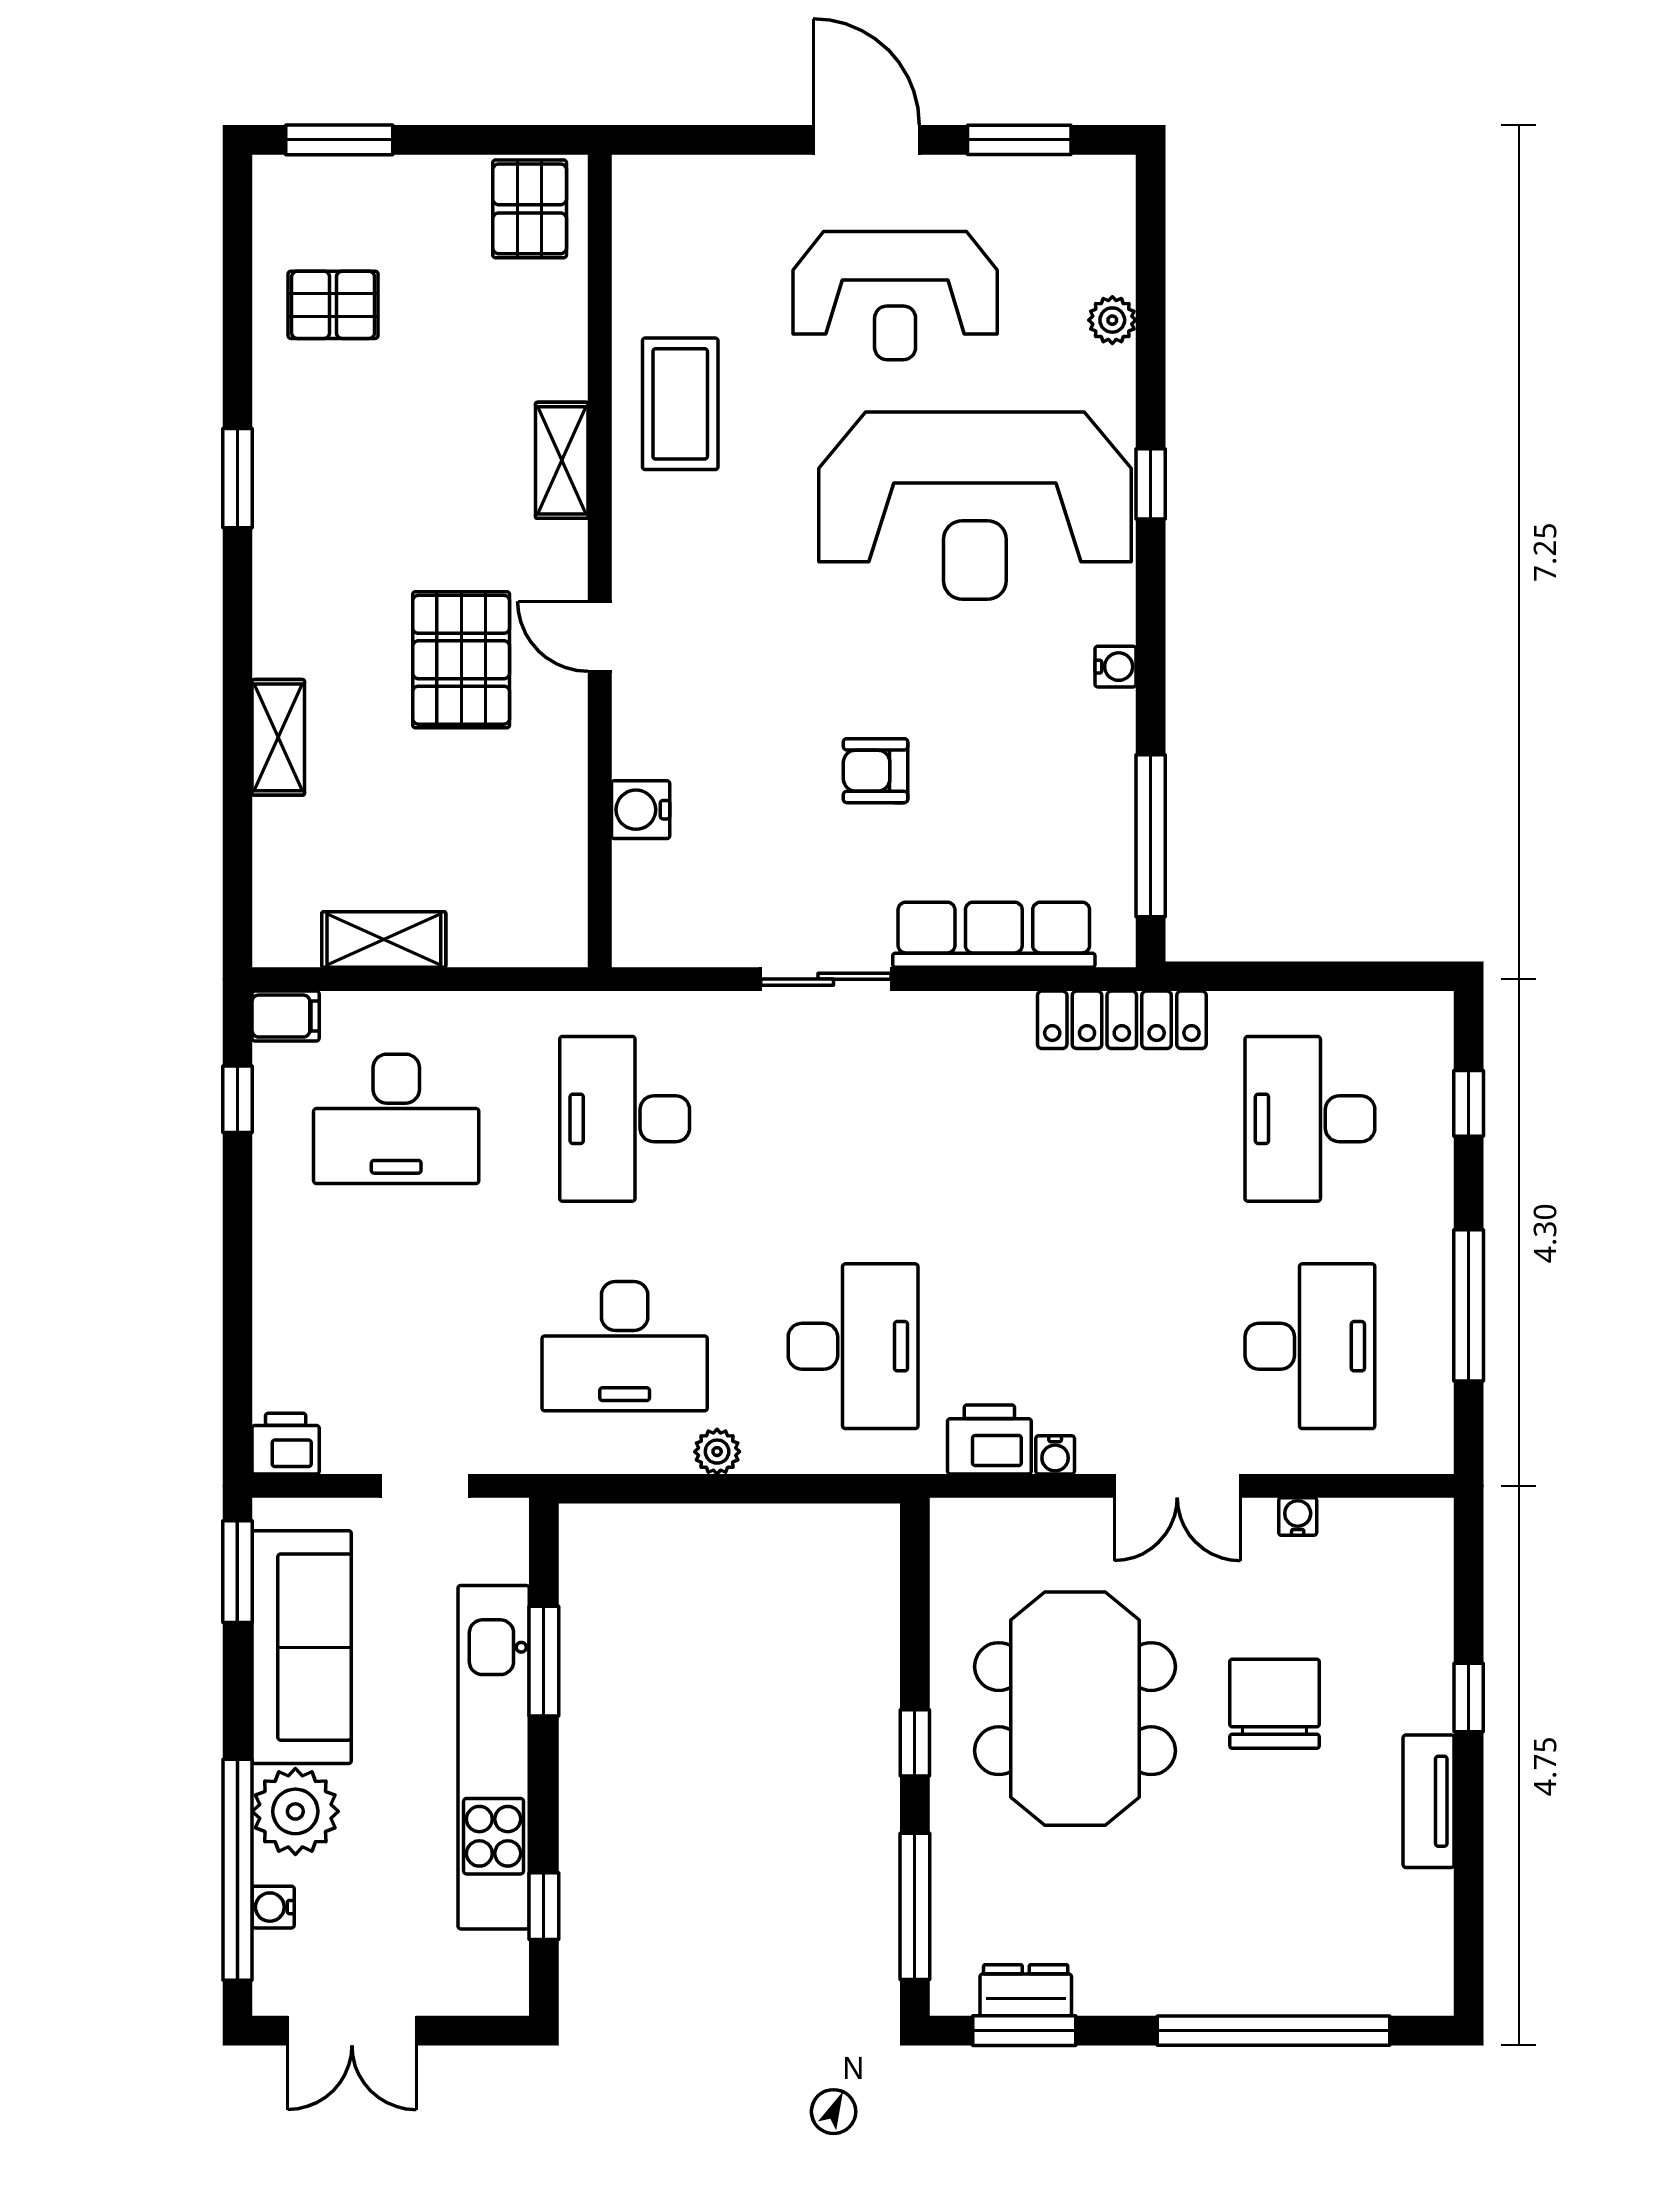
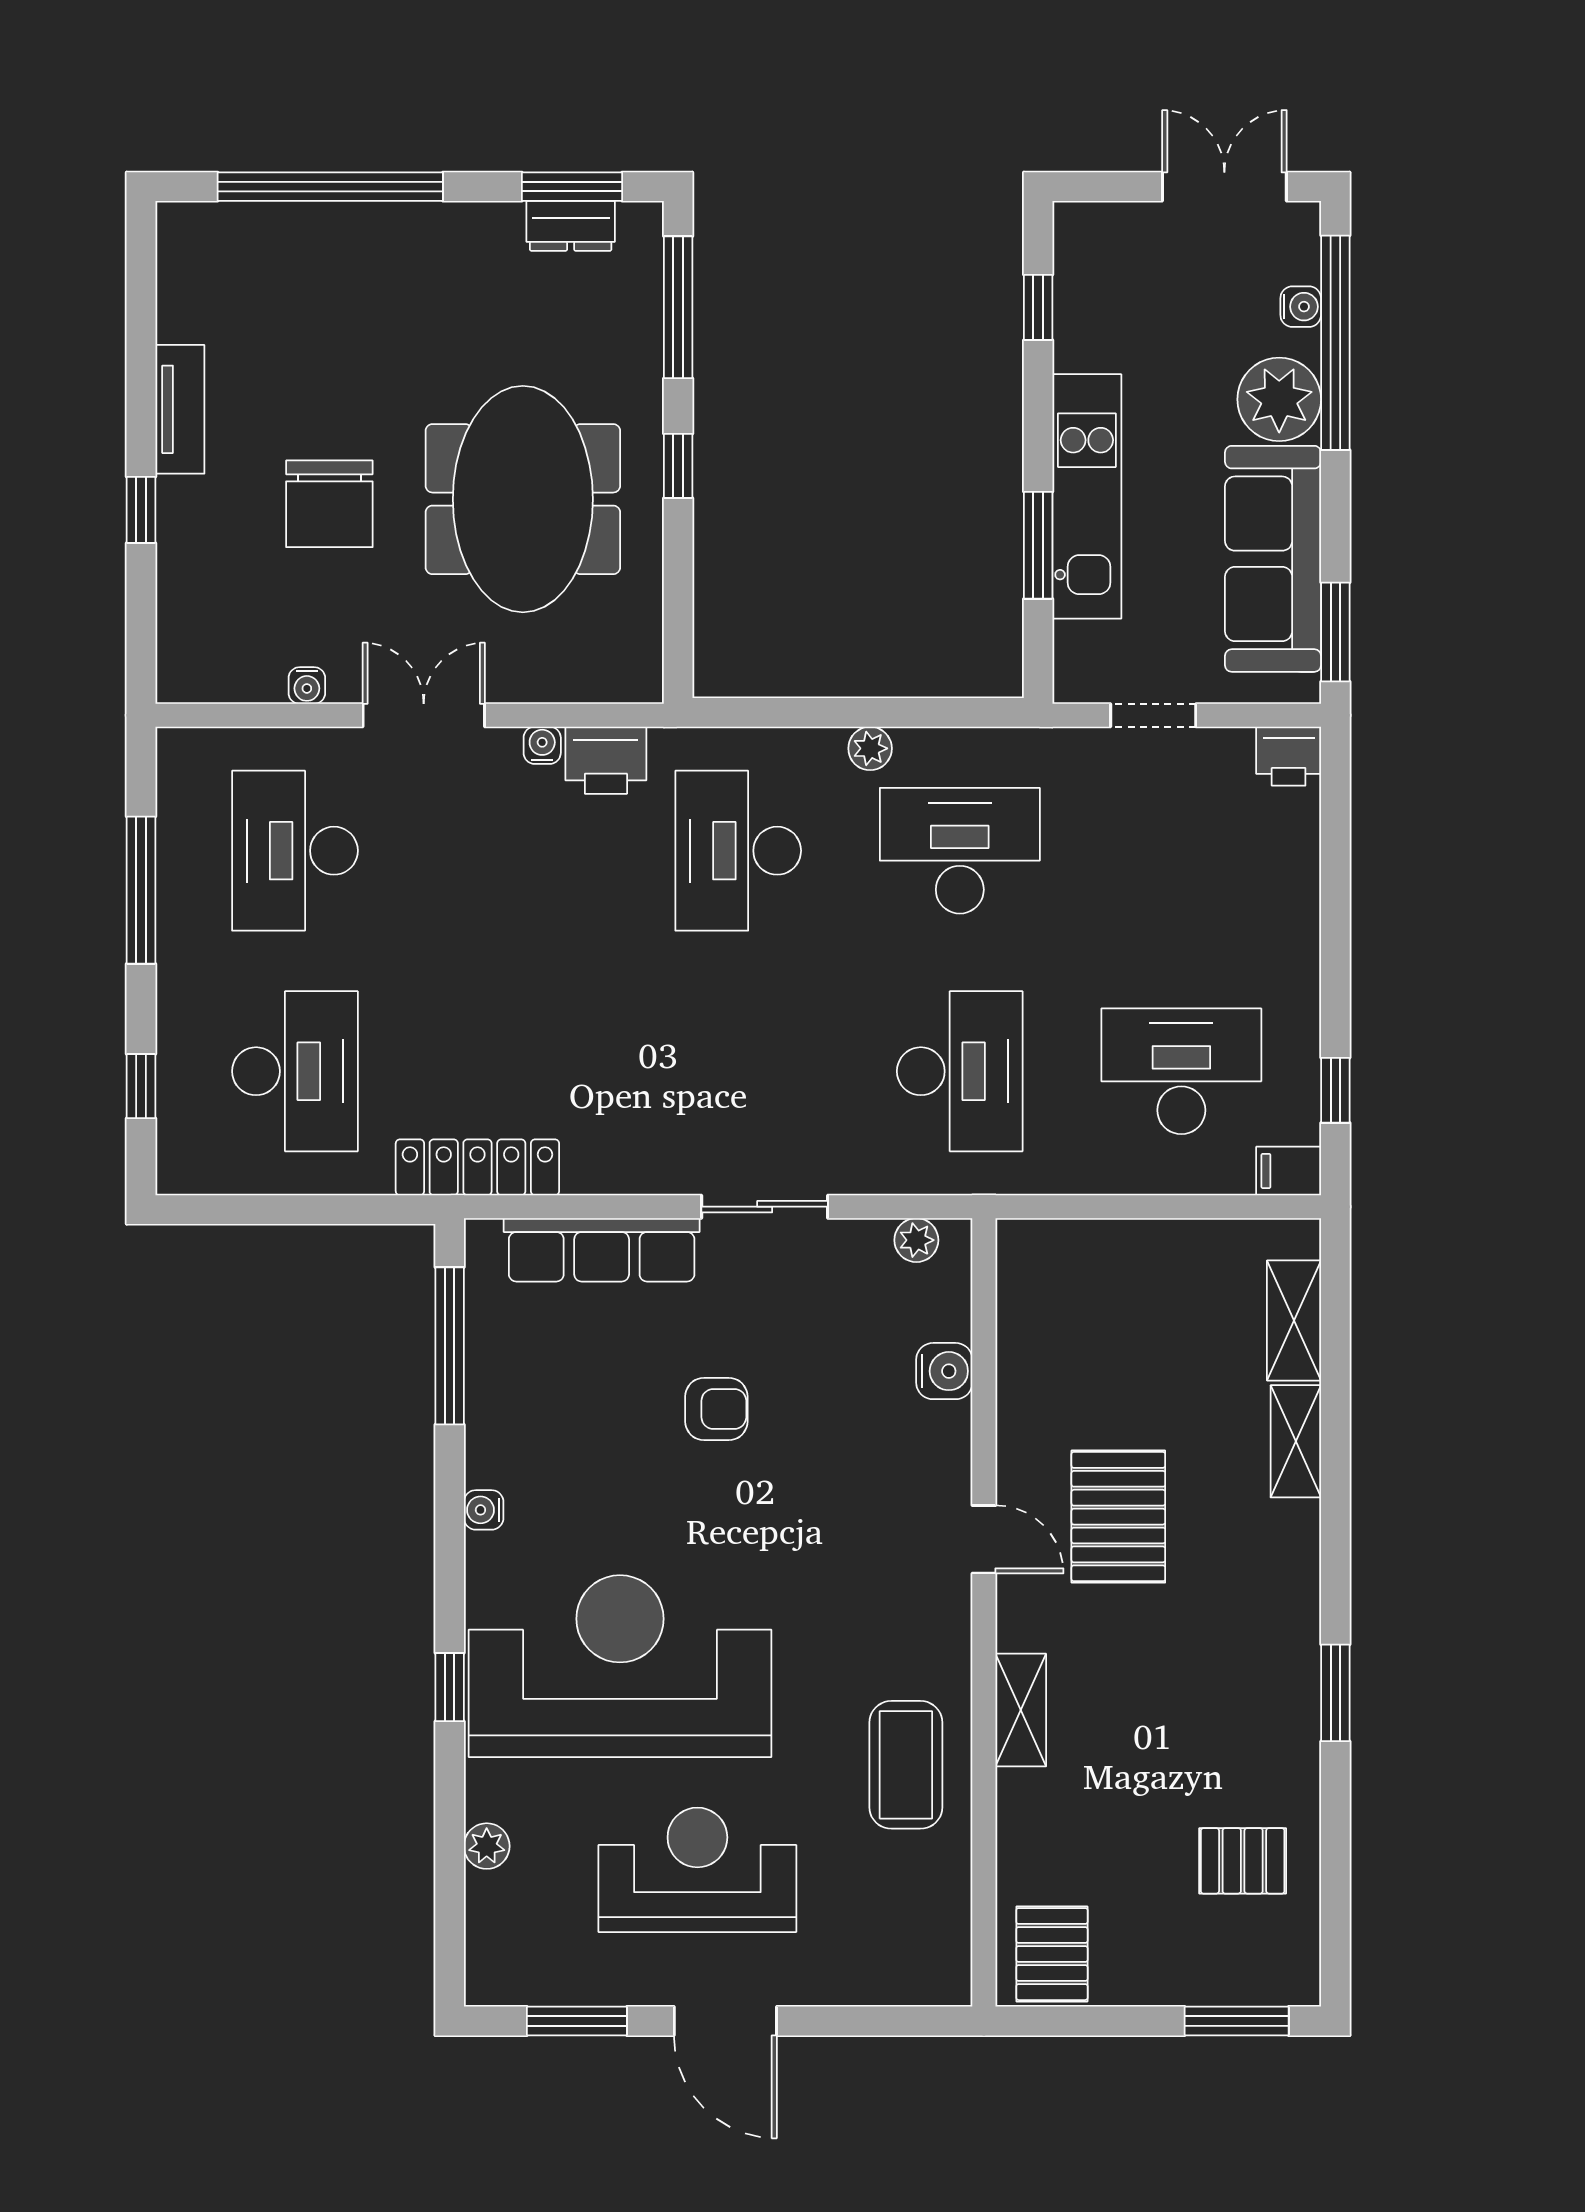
shelving: (384, 940) -> (1294, 1321), moved, turned 90
plant: (669, 945) -> (916, 1240), added
kitchen unit: (494, 1757) -> (1087, 496), width x0.73

